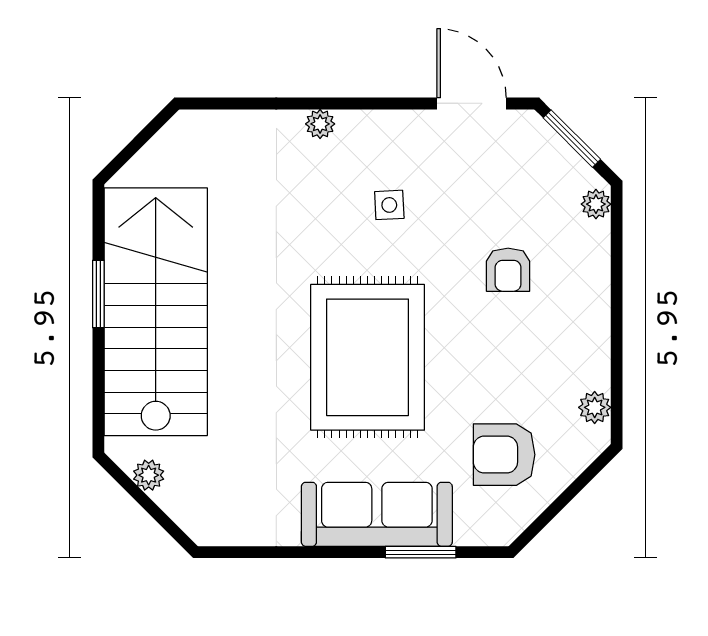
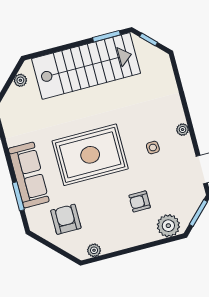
plant: (320, 124) -> (183, 130), moved
window: (132, 148) -> (149, 40), added
plant: (596, 204) -> (168, 226), width x1.87, depth x1.87
window: (98, 294) -> (106, 36), moved

